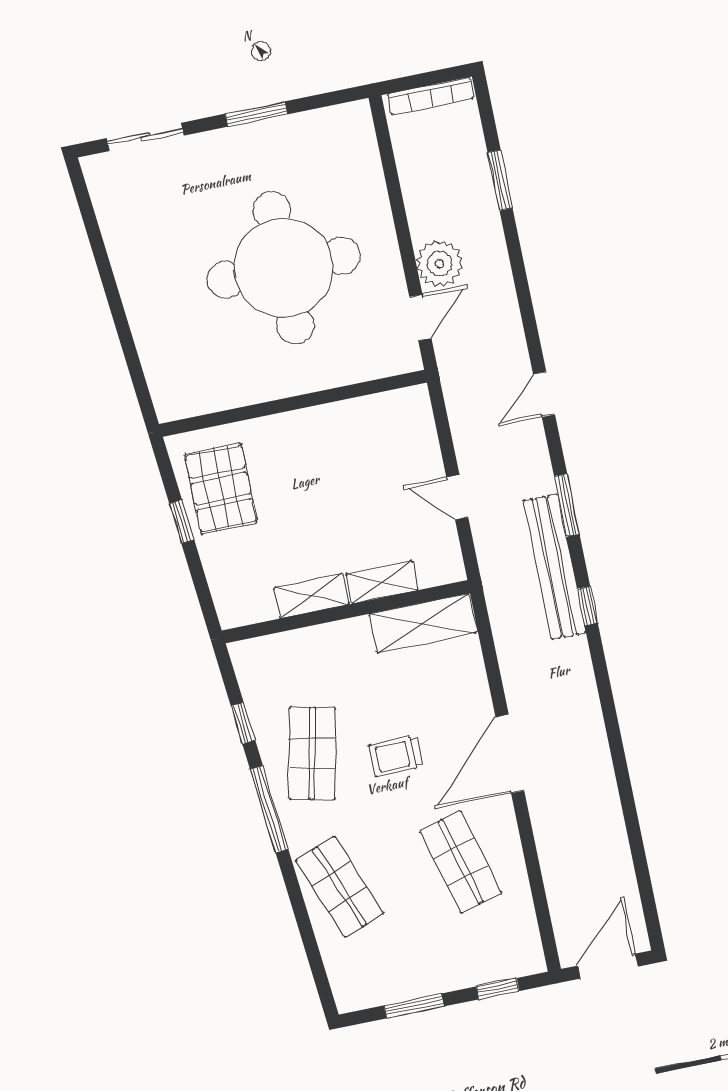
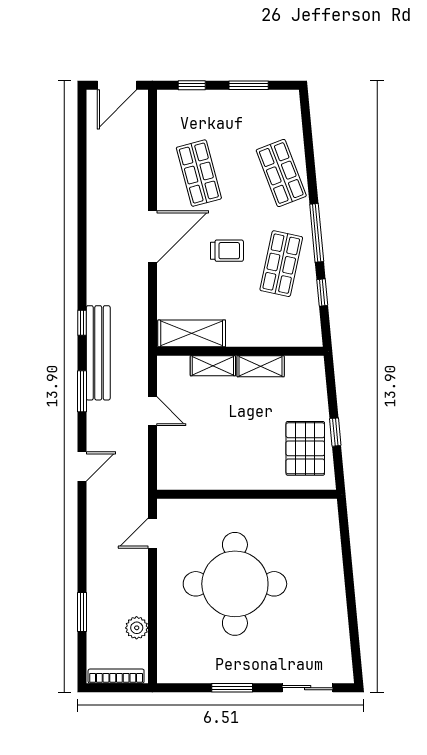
plant: (440, 264) -> (137, 628), moved, width x0.73, depth x0.73

